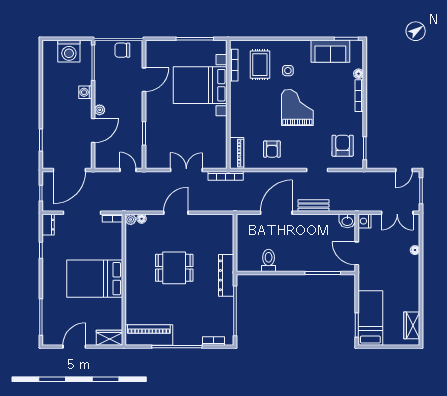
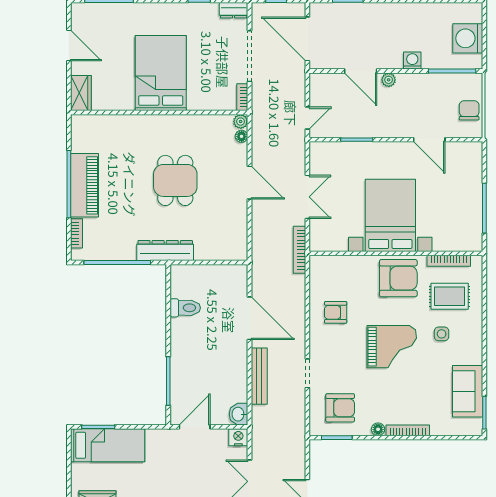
floor lamp: (359, 74) -> (378, 429), moved
bed with nightstands: (200, 85) -> (390, 215), moved
armchair: (247, 103) -> (398, 278), added
piano: (237, 153) -> (330, 265), removed
bench: (314, 206) -> (259, 376), width x1.36
piano: (149, 335) -> (85, 185), moved

